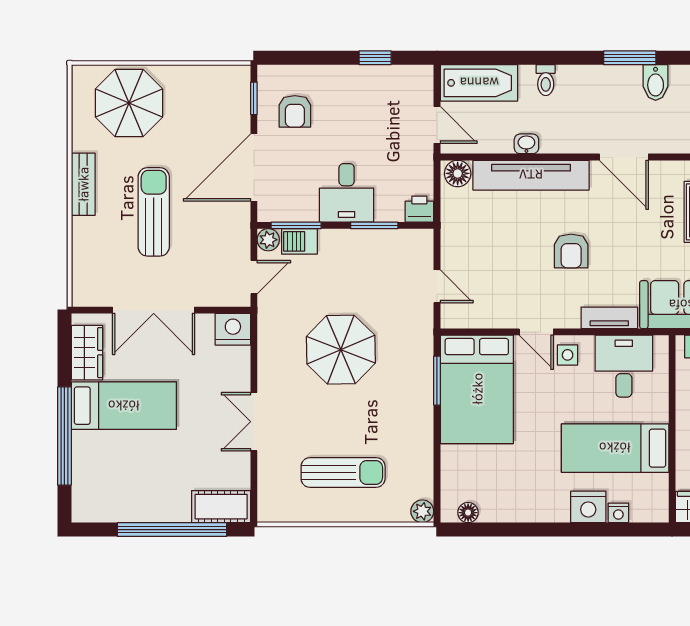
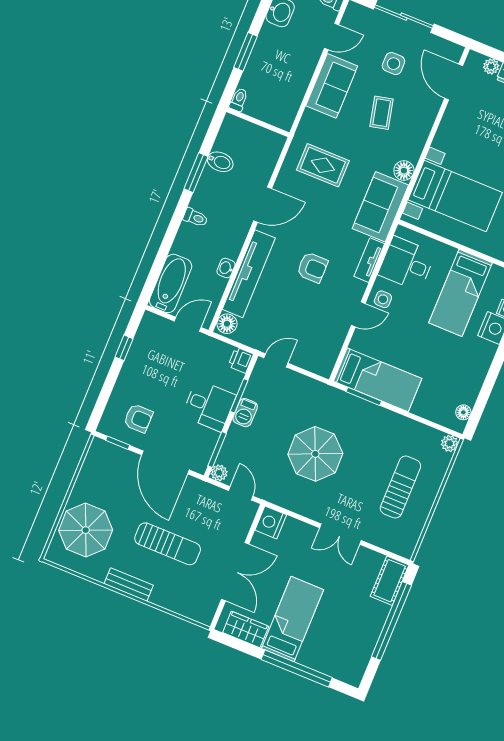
toilet: (546, 80) -> (195, 218), moved
sun lounger: (154, 212) -> (168, 544), turned 180
barbecue: (299, 241) -> (245, 413), moved
door: (437, 286) -> (276, 360), moved
bed: (477, 389) -> (378, 380), width x0.67

